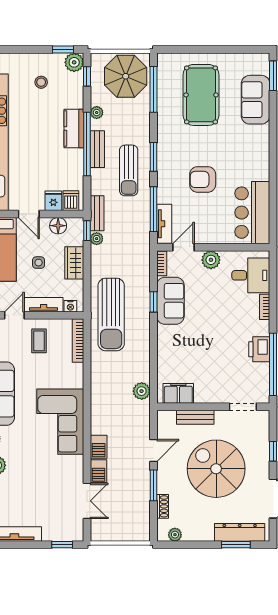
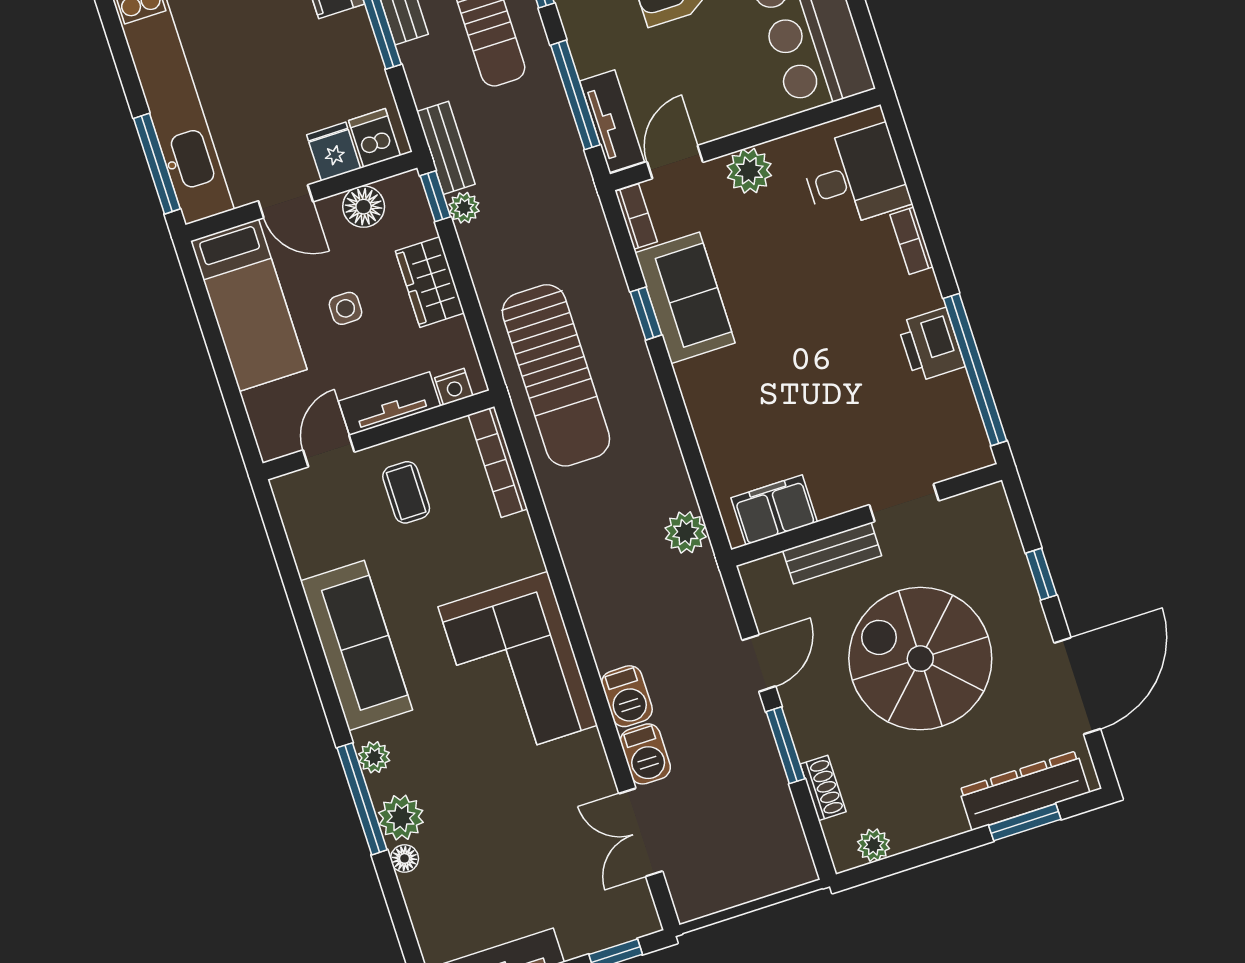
doorway: (243, 407) -> (904, 503), moved
double door: (87, 501) -> (641, 832), swing flipped

